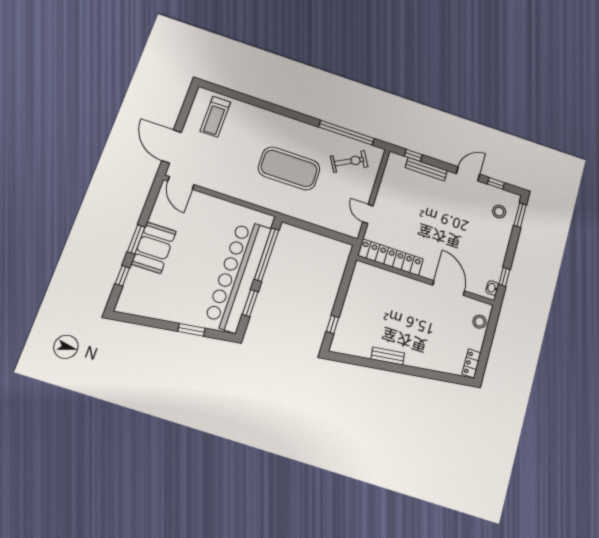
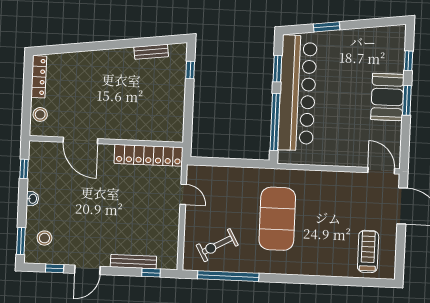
exercise mat: (289, 168) -> (277, 219), turned 90
washbasin: (492, 288) -> (32, 199), moved
bench: (388, 356) -> (151, 52), moved
locker: (472, 363) -> (39, 77), width x1.53

